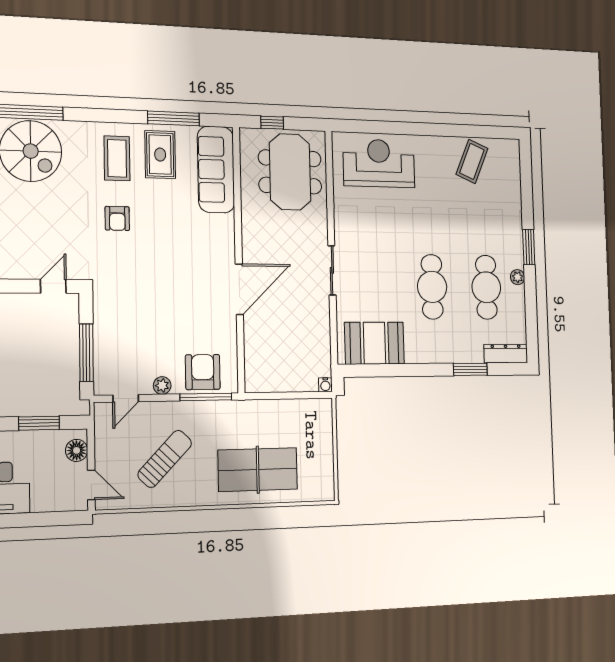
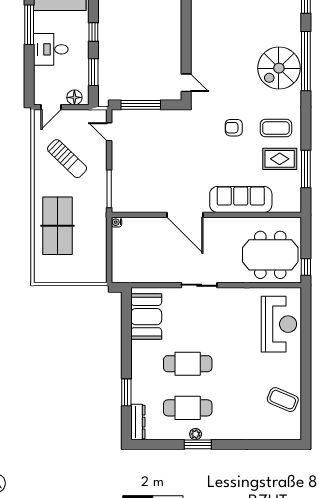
window: (272, 123) -> (306, 267), moved
sofa: (216, 169) -> (241, 199), moved
window: (529, 247) -> (198, 444), moved
armchair: (203, 372) -> (127, 187), removed
plant: (162, 385) -> (118, 158), removed
water cooler: (325, 385) -> (116, 222), moved

